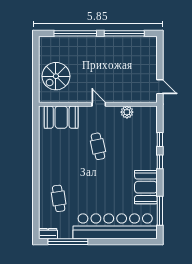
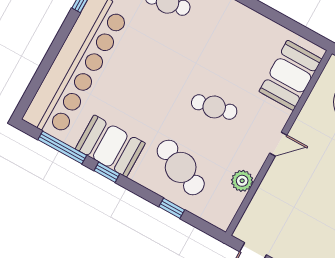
cafe table: (137, 146) -> (181, 167), added
window: (160, 162) -> (107, 172), moved

